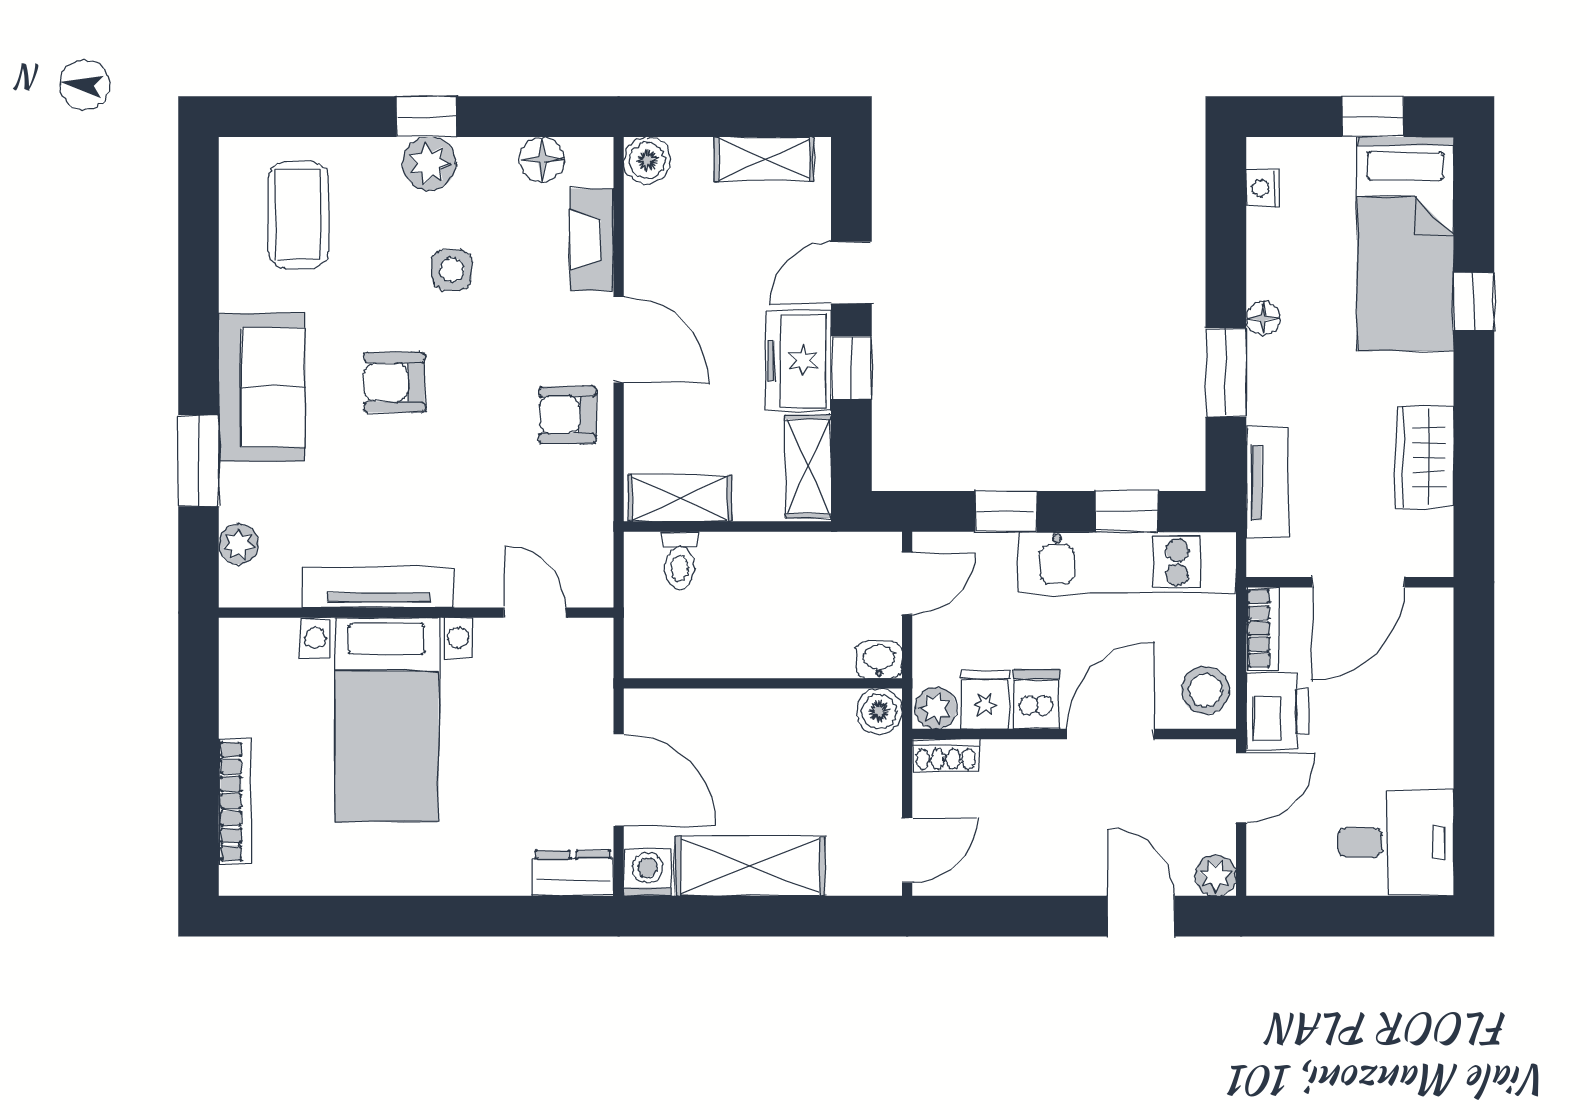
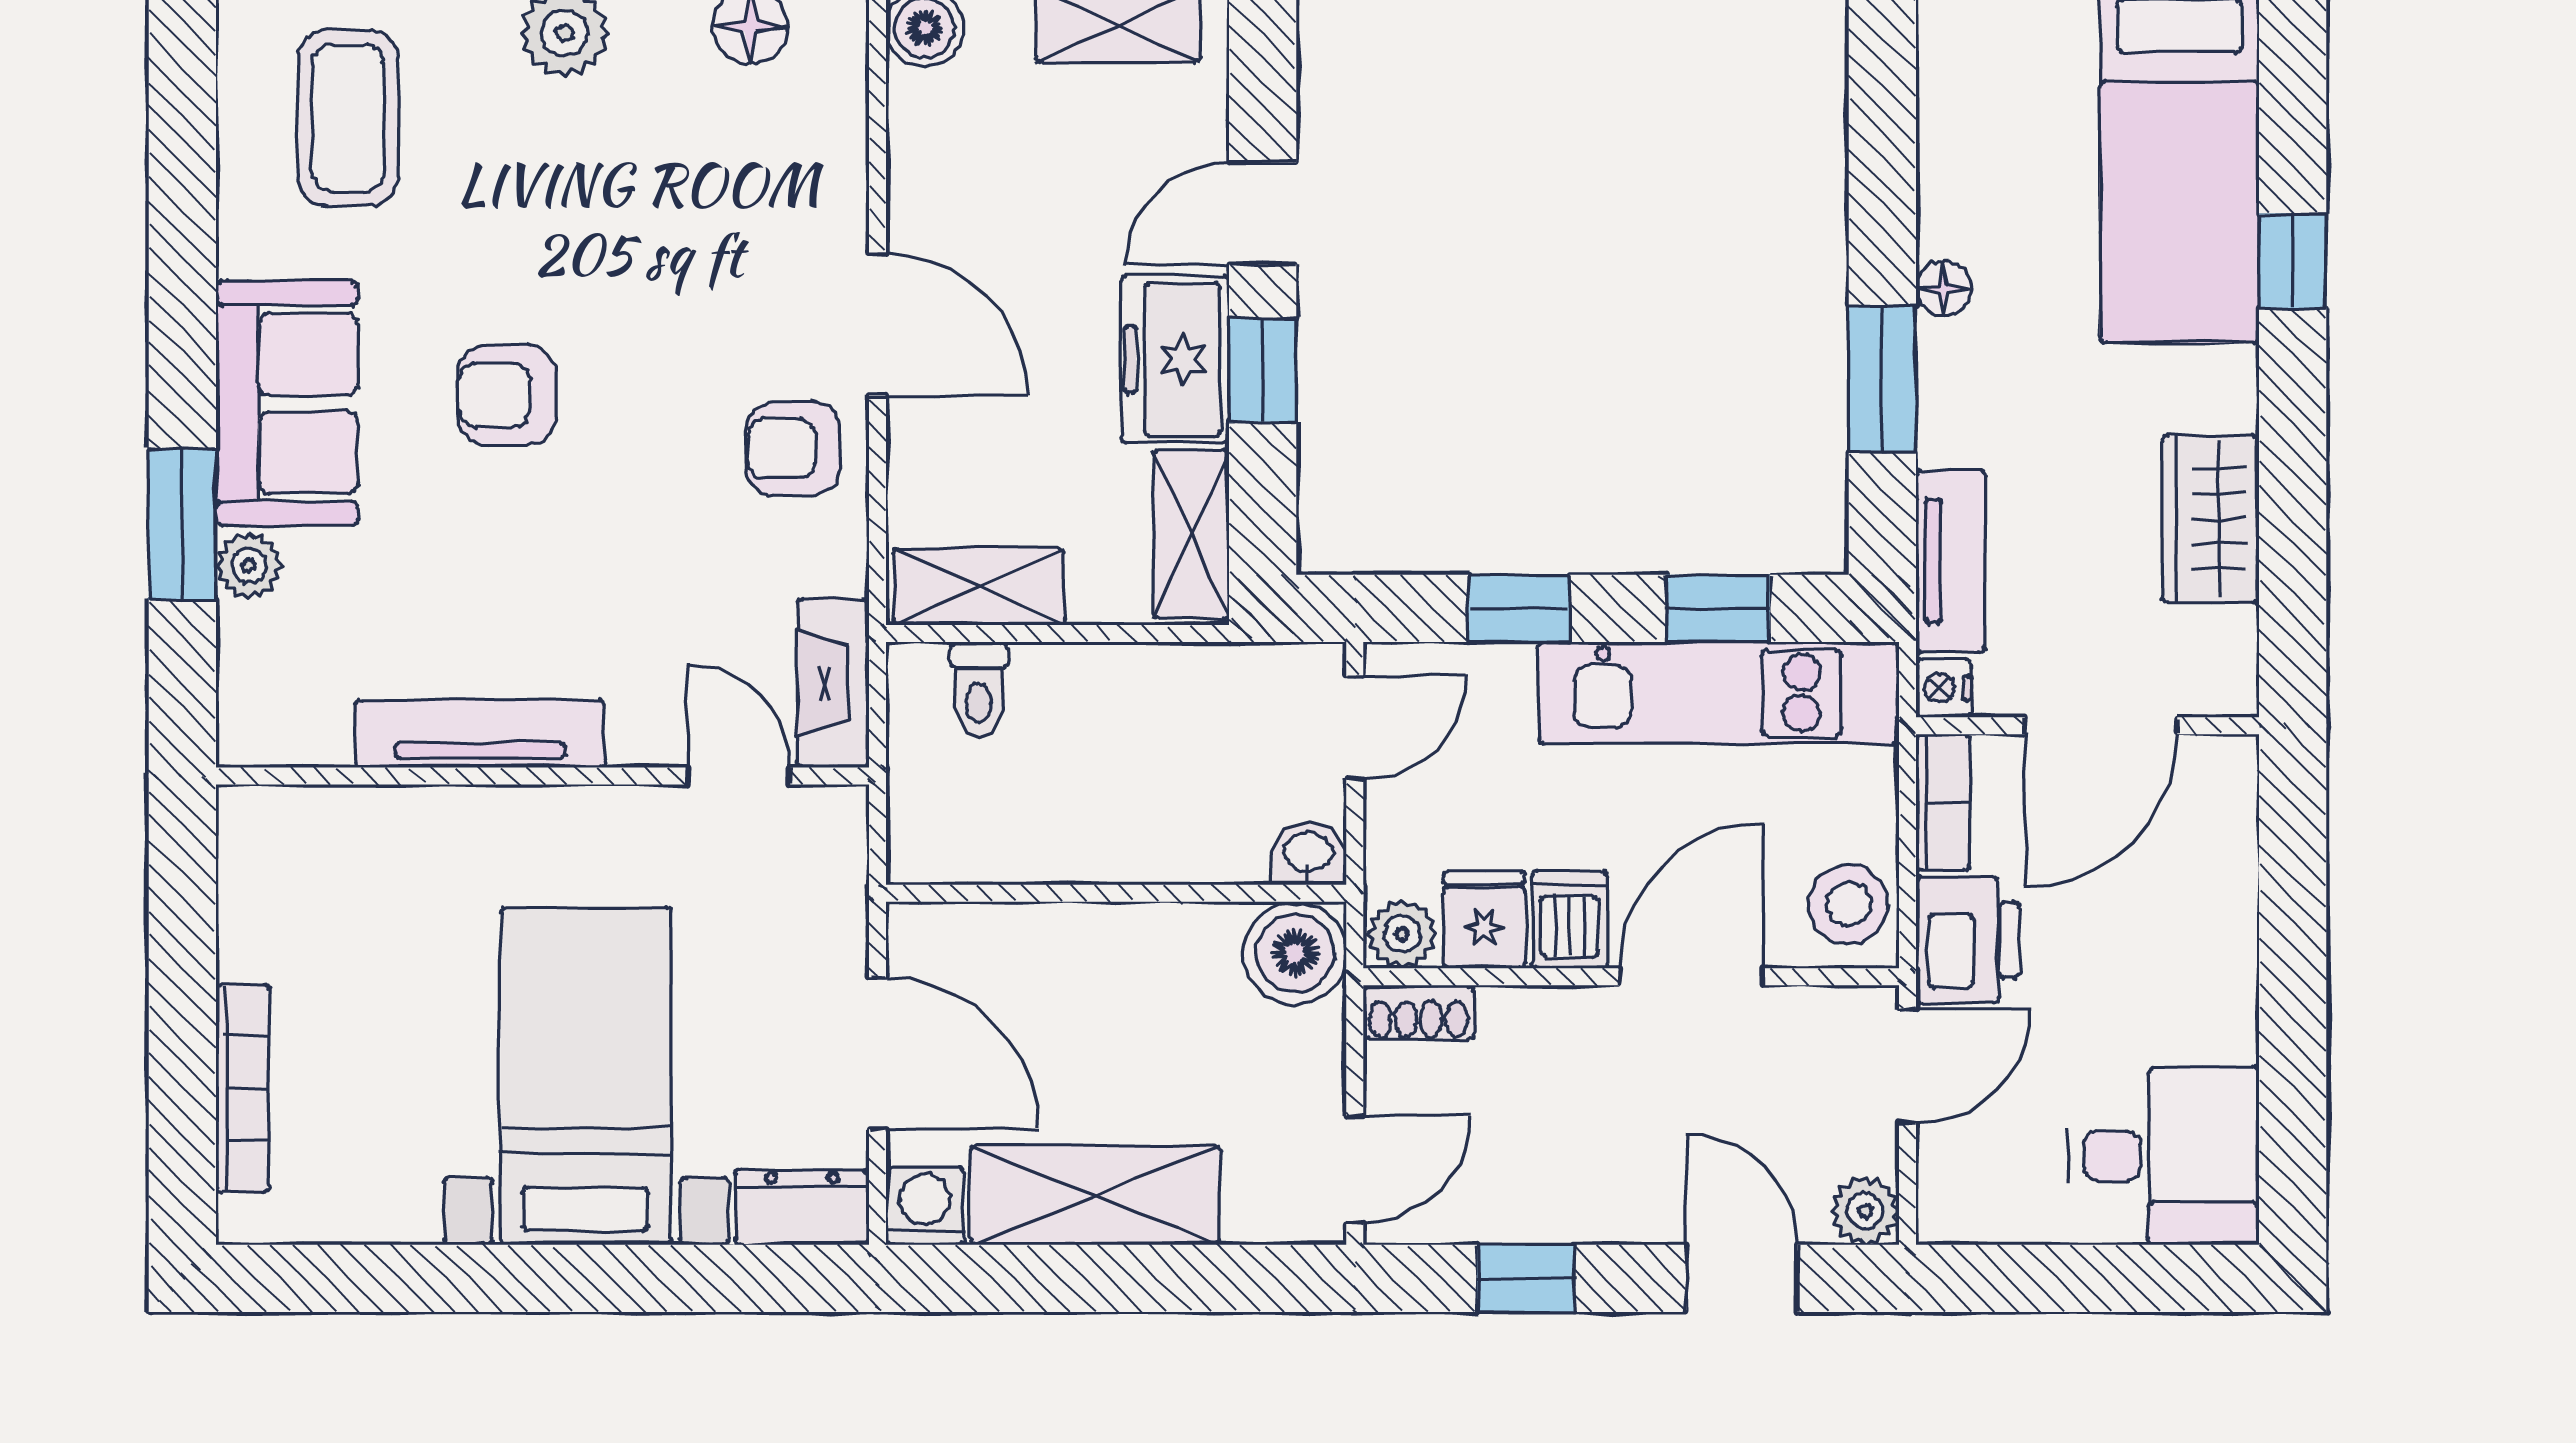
nightstand: (1263, 188) -> (1944, 688), moved
fireplace: (592, 240) -> (833, 683), moved
side table: (452, 270) -> (602, 209), removed
plant: (239, 544) -> (249, 566), moved
boiler: (879, 711) -> (1295, 953), width x1.36, depth x1.36
bed with nightstands: (387, 719) -> (586, 1076), moved, turned 180
window: (1010, 916) -> (1526, 1278), added

